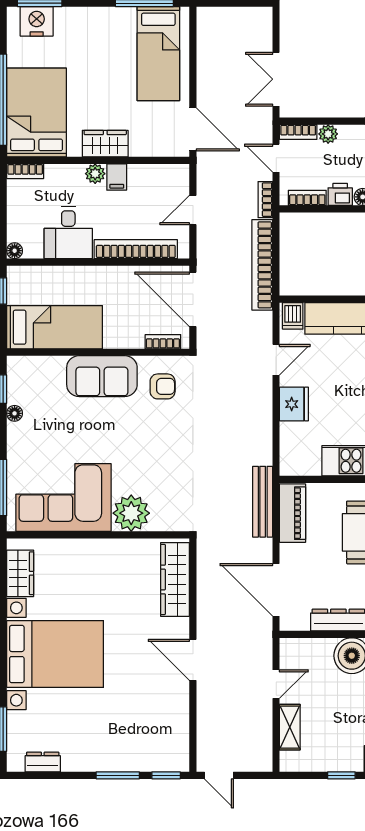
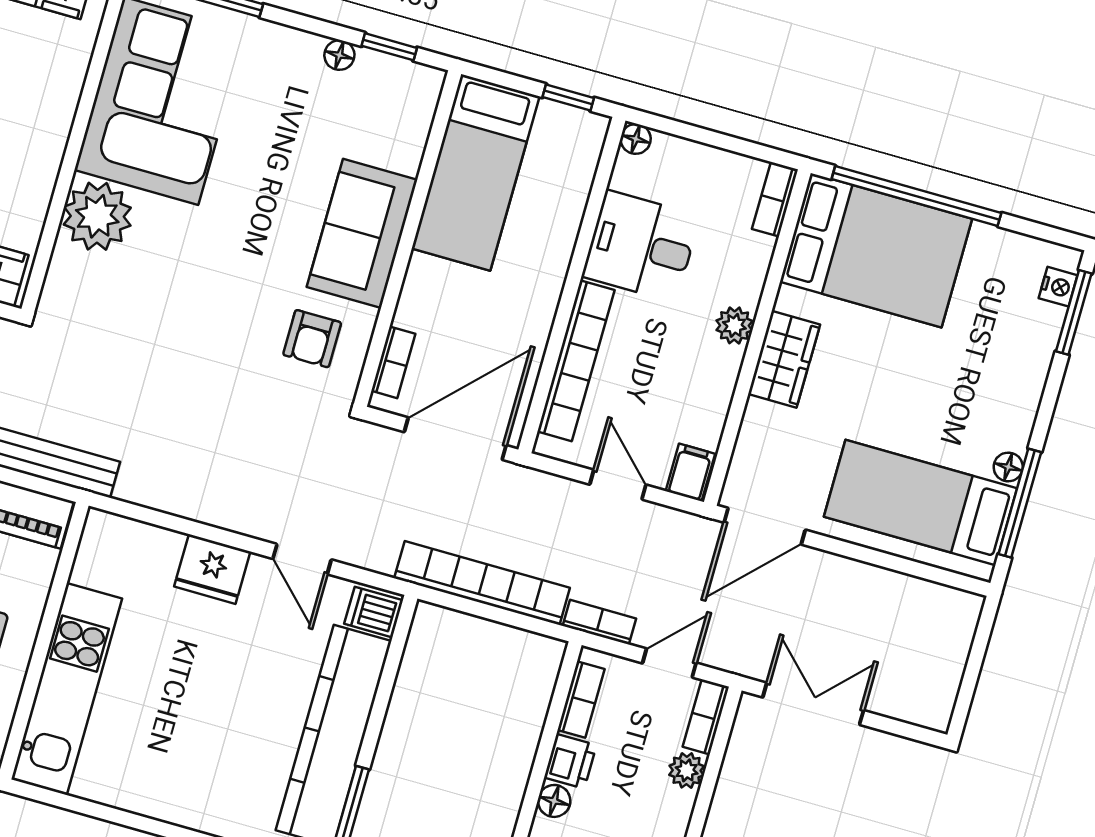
floor lamp: (128, 14) -> (1008, 467), added
nightstand: (37, 21) -> (1058, 287), width x0.53, depth x0.56
filing cabinet: (117, 177) -> (690, 472), moved, turned 90

